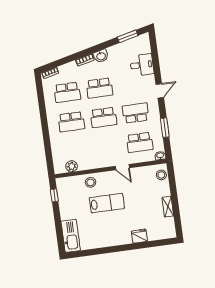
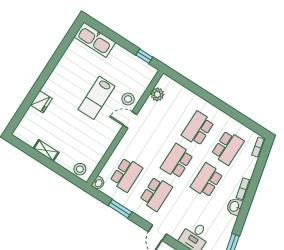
school desk: (67, 92) -> (228, 148), turned 180
school desk: (140, 142) -> (126, 175), turned 180
door: (122, 167) -> (130, 120), moved

